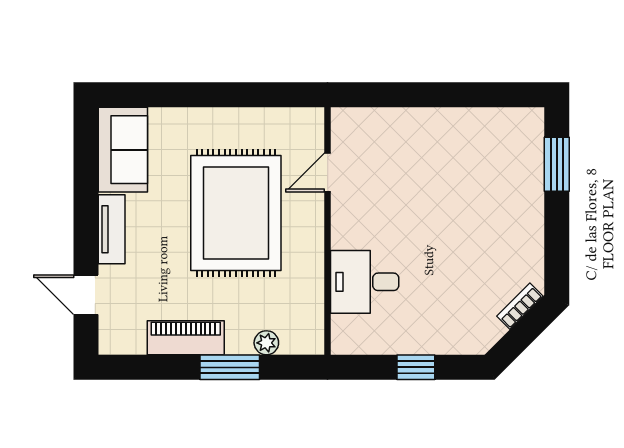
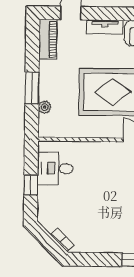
desk: (365, 282) -> (55, 168), moved, turned -90
piano: (186, 338) -> (48, 39), moved

